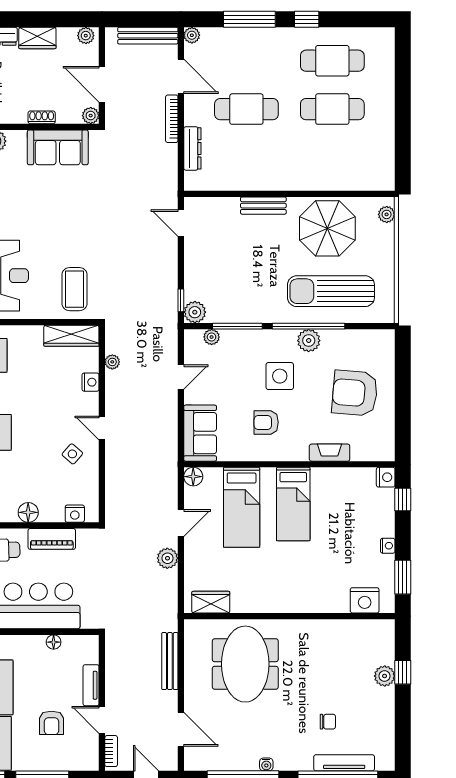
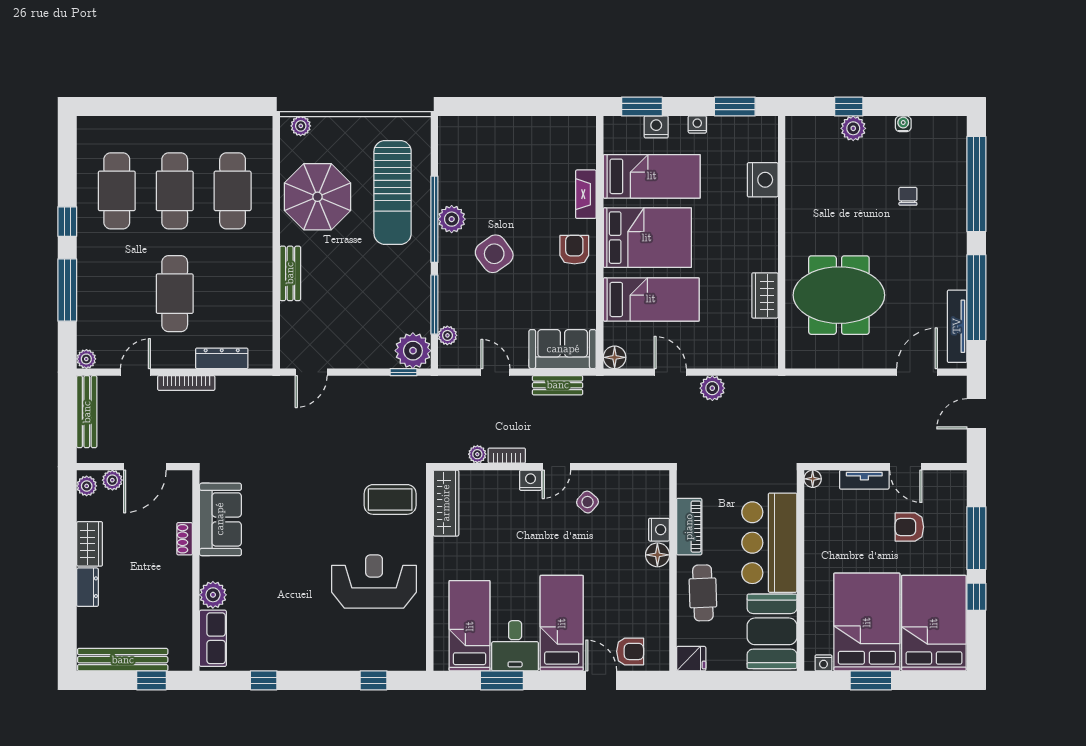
door: (181, 76) -> (135, 372), width x0.73
plant: (91, 116) -> (112, 480), moved
cafe table: (332, 157) -> (233, 191), added
plant: (195, 312) -> (413, 351), width x1.36, depth x1.36
side table: (280, 376) -> (494, 254), turned -36
nightstand: (91, 382) -> (531, 480), moved
armchair: (355, 393) -> (515, 164), removed
armchair: (266, 422) -> (574, 250), moved, turned 180
nightstand: (386, 477) -> (656, 127), moved
window: (403, 499) -> (642, 106), width x1.50
bed: (293, 504) -> (647, 238), width x1.50
bed: (344, 508) -> (652, 176), added
nightstand: (75, 514) -> (659, 530), moved
nightstand: (365, 600) -> (763, 180), moved
wardrobe: (211, 602) -> (765, 295), moved
floor lamp: (54, 642) -> (813, 479), moved
bench: (170, 661) -> (558, 385), moved, width x0.73
door: (102, 720) -> (906, 467), hinge flipped
armchair: (51, 723) -> (909, 527), turned 180
bookcase: (111, 751) -> (507, 456), moved
tv unit: (344, 763) -> (957, 326), moved
water cooler: (266, 764) -> (903, 124), moved, turned -90

